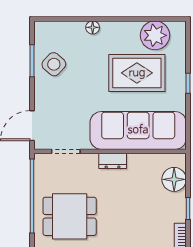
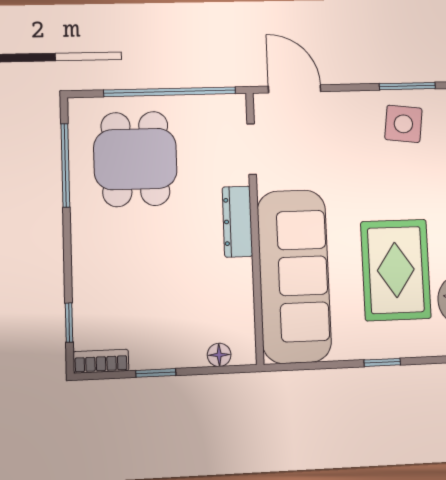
side table: (54, 64) -> (403, 124), turned -35
dresser: (113, 161) -> (237, 222), width x1.44
floor lamp: (174, 179) -> (219, 355), width x0.53, depth x0.53

